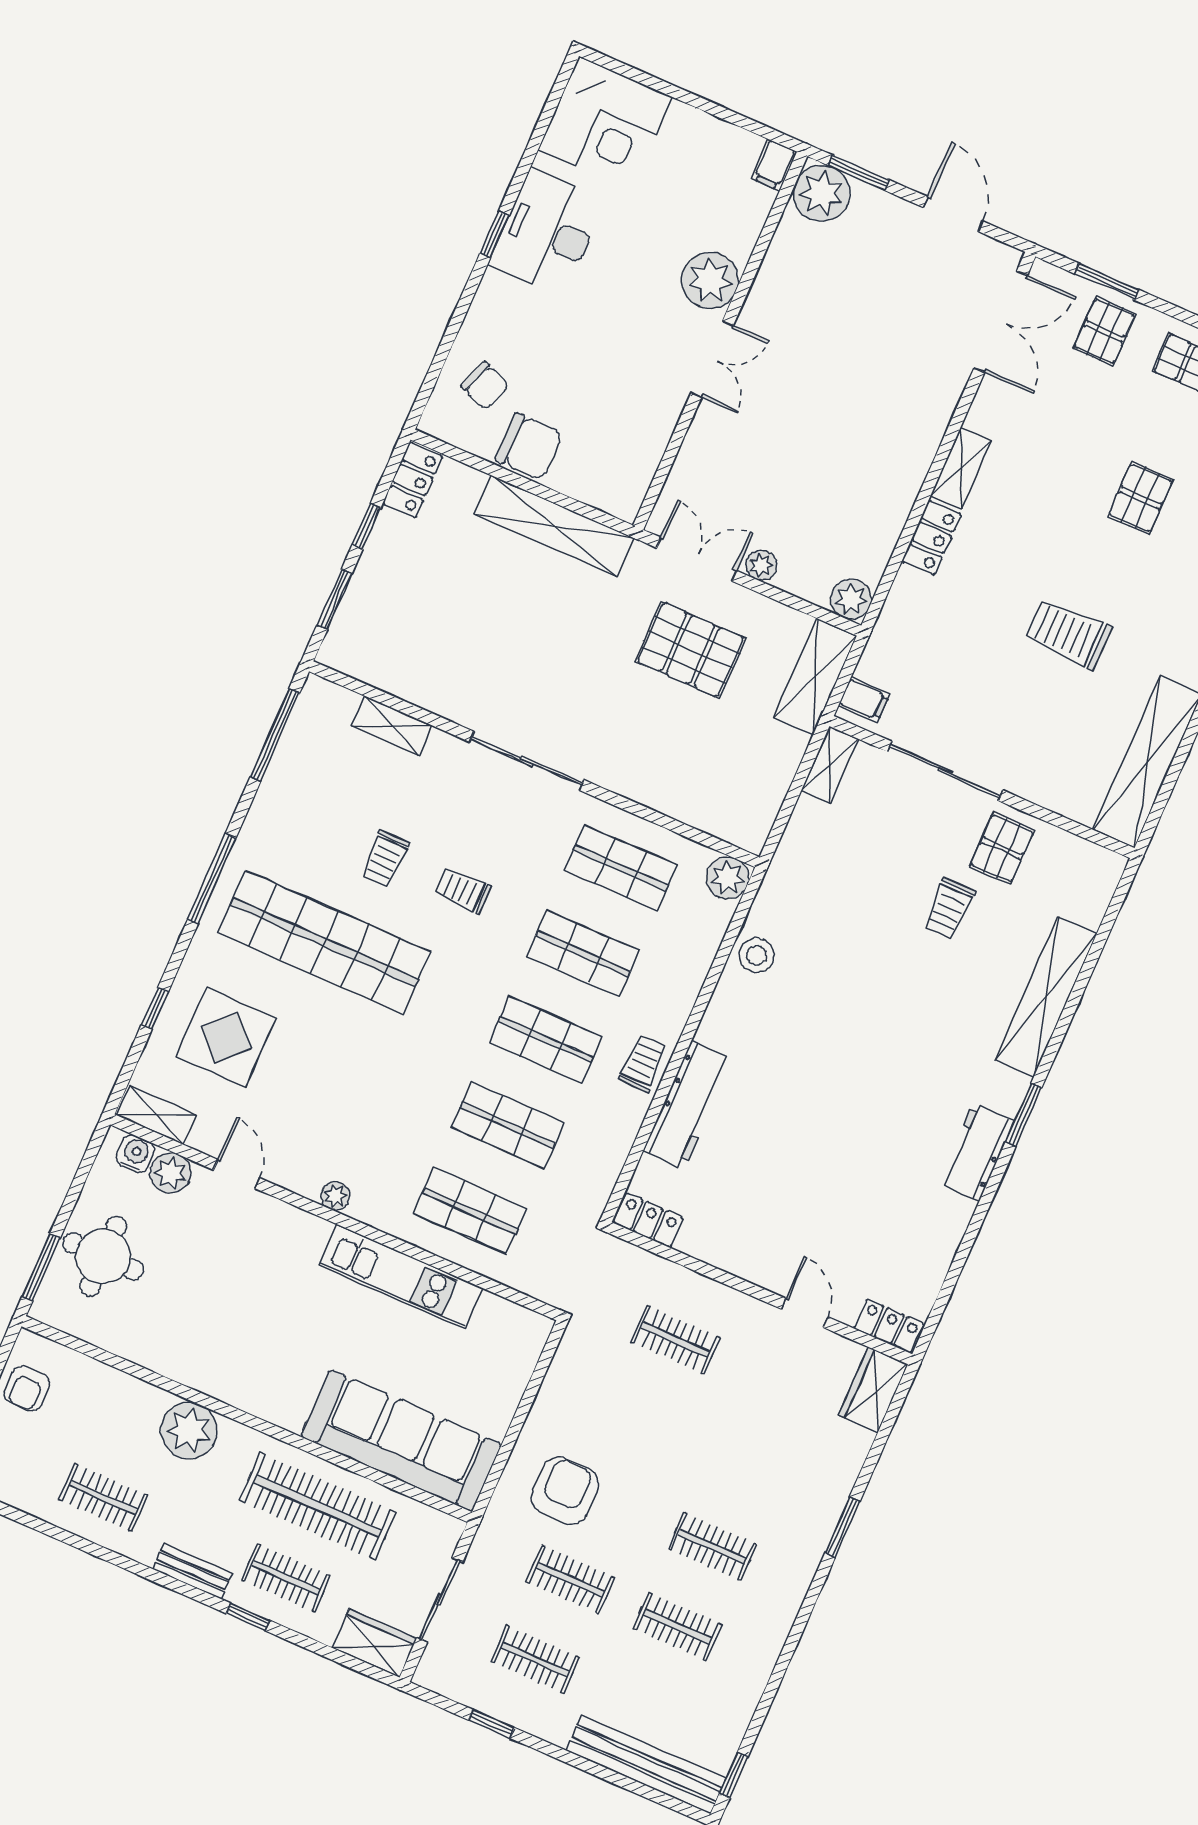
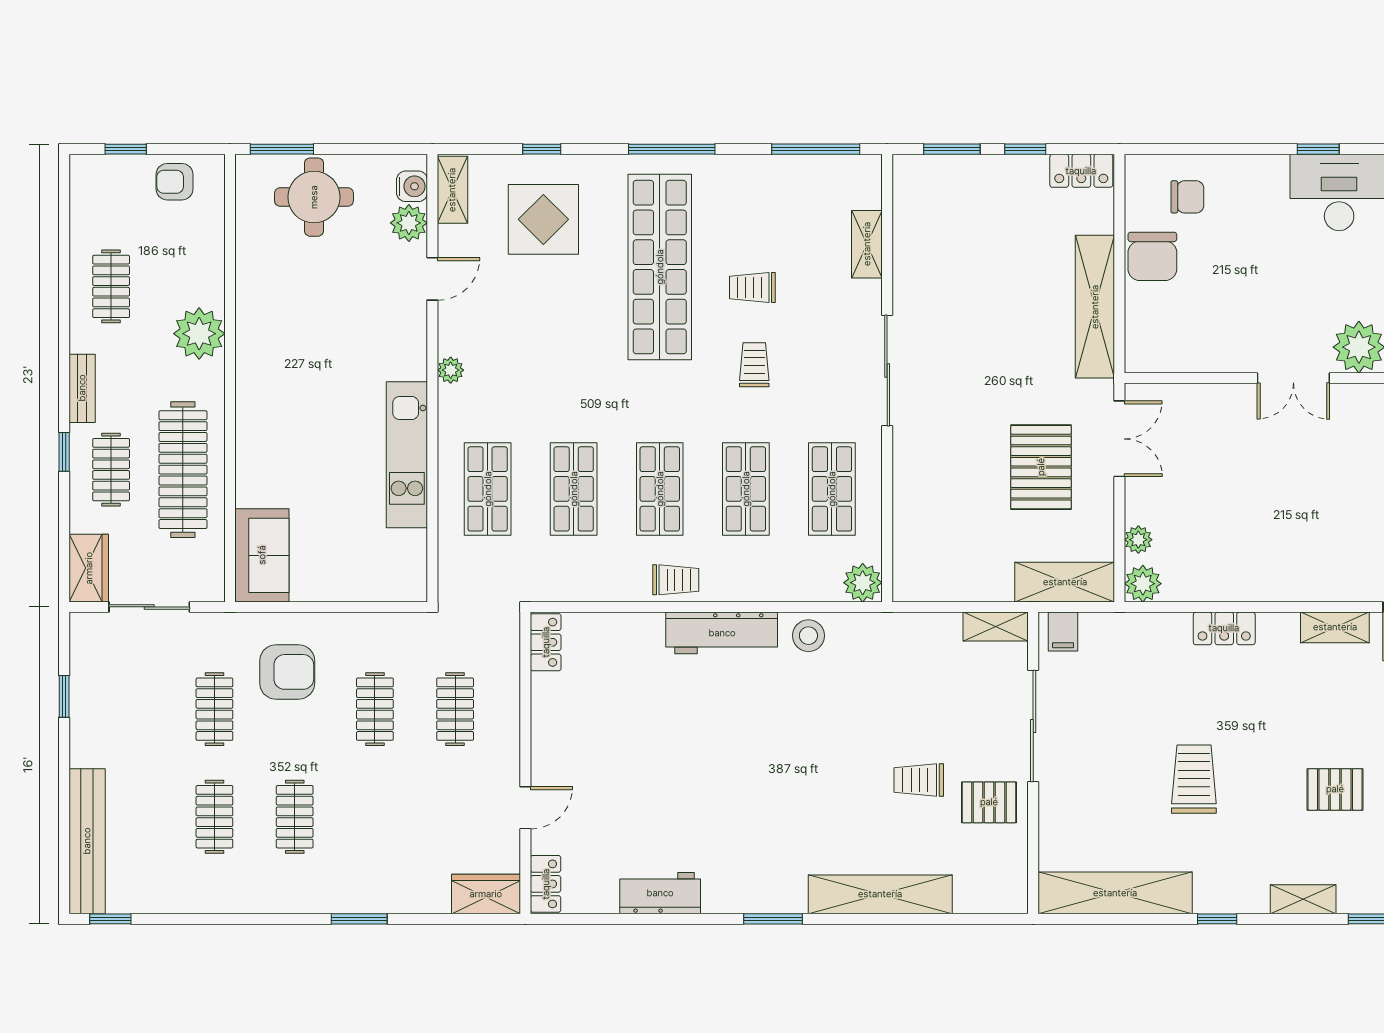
chair: (485, 386) -> (1187, 197), turned -111
shelving: (961, 468) -> (1335, 627), moved
plant: (761, 565) -> (1138, 540), moved
workbench: (688, 1105) -> (722, 633), moved
workbench: (976, 1152) -> (660, 893), moved
sofa: (401, 1440) -> (262, 555), width x0.54, depth x0.79
clothes rail: (535, 1659) -> (375, 709), moved

